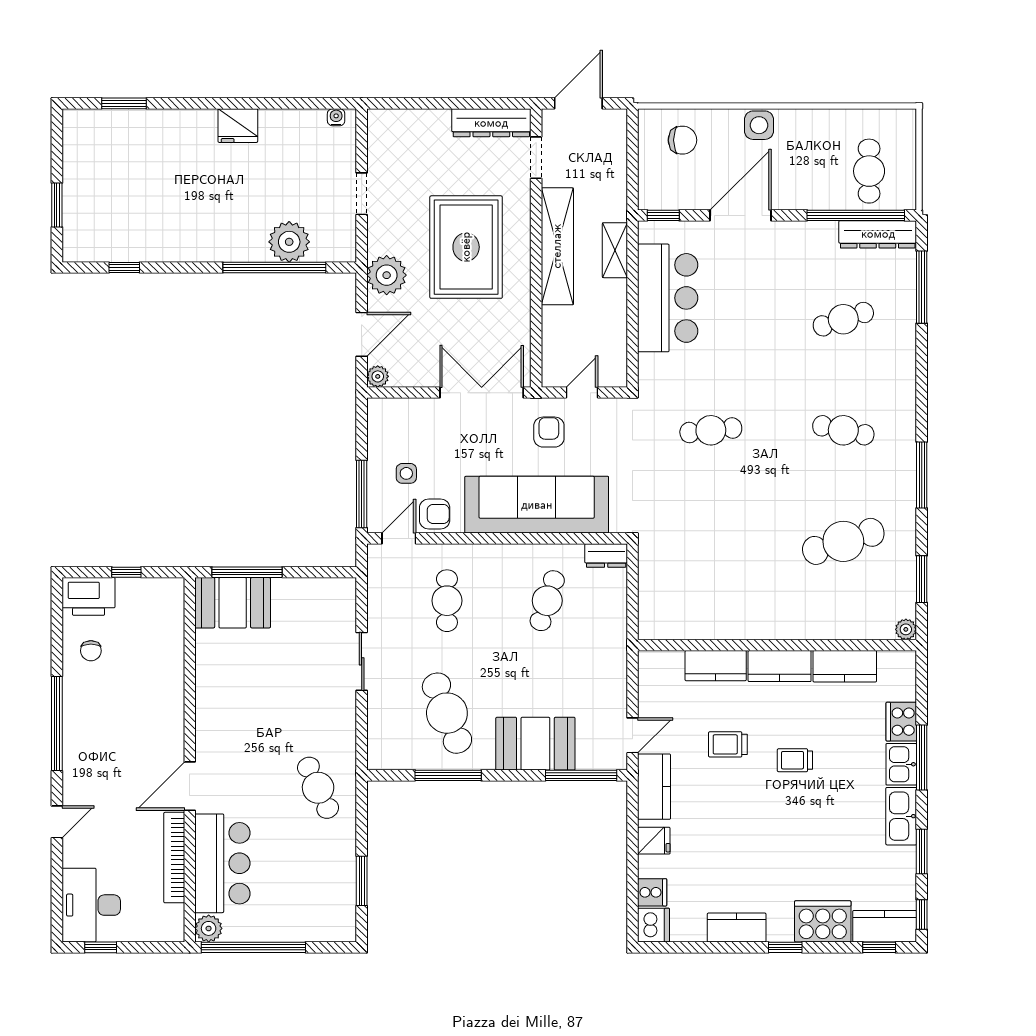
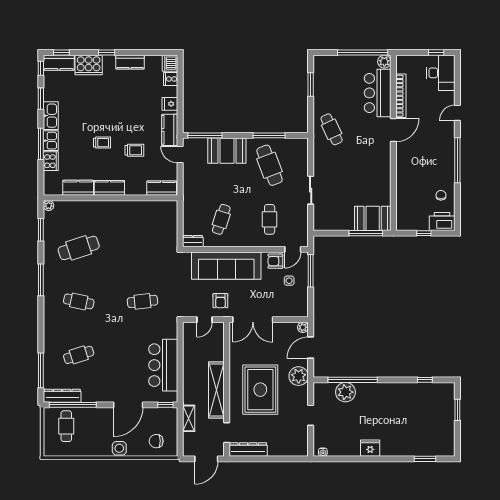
shelving: (615, 250) -> (189, 418), moved
kitchen counter: (716, 666) -> (162, 188), moved
door: (633, 735) -> (180, 155), hinge flipped

